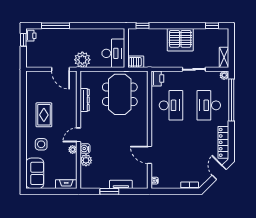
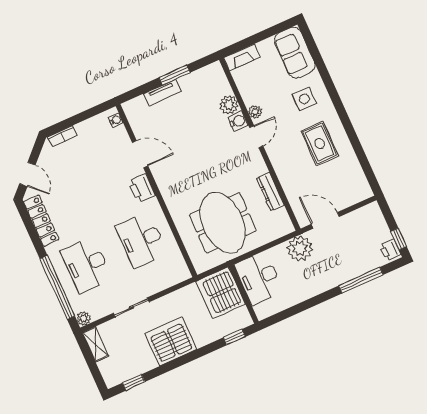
server rack: (136, 62) -> (221, 293), width x2.18, depth x1.44
printer: (157, 79) -> (142, 188), moved
desk: (209, 105) -> (86, 265), turned 180

